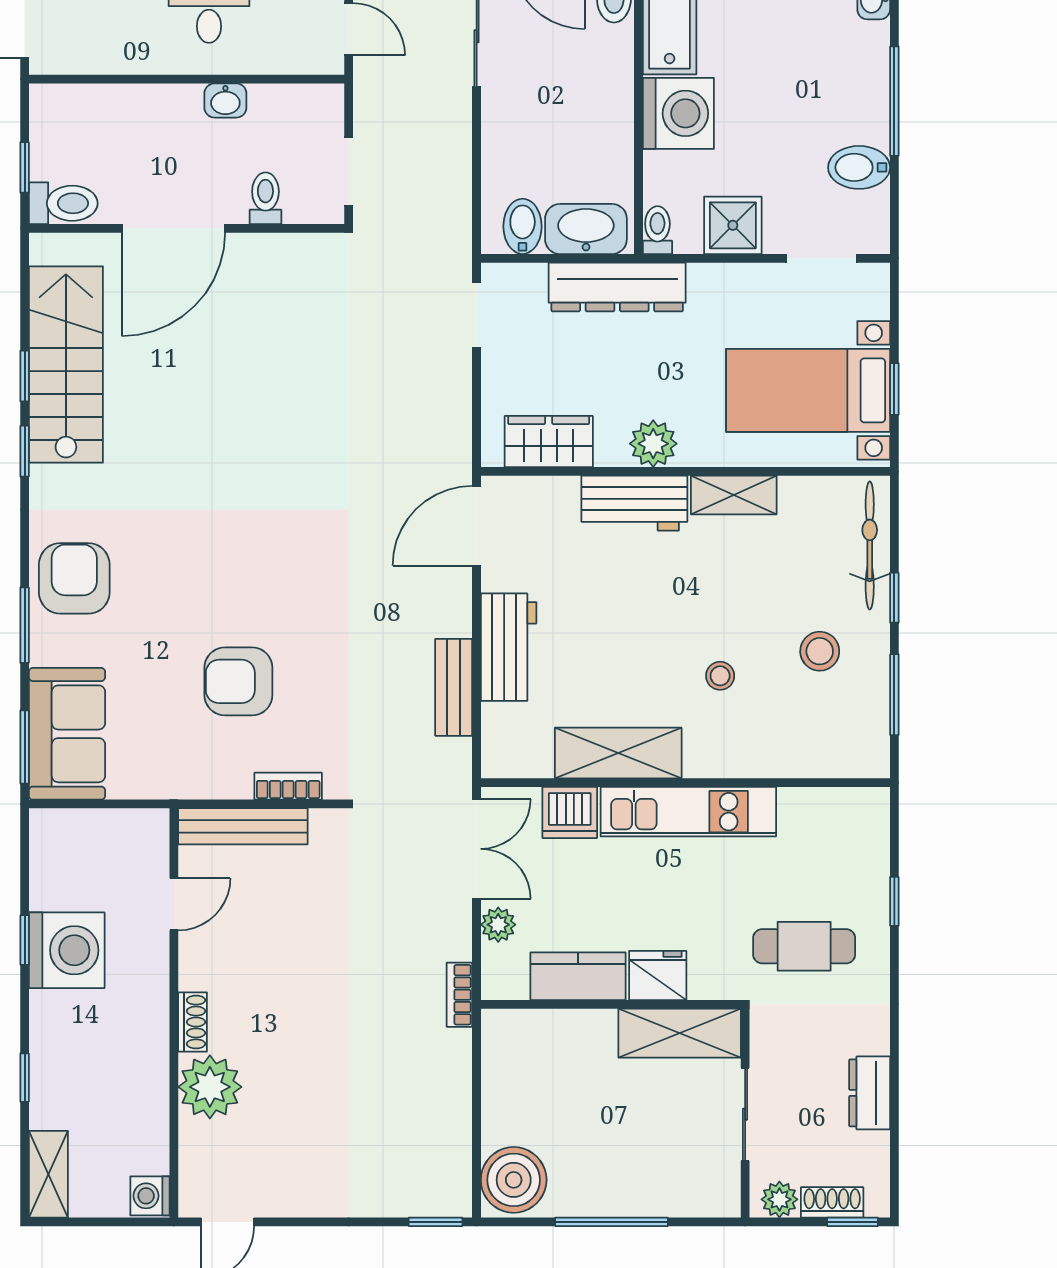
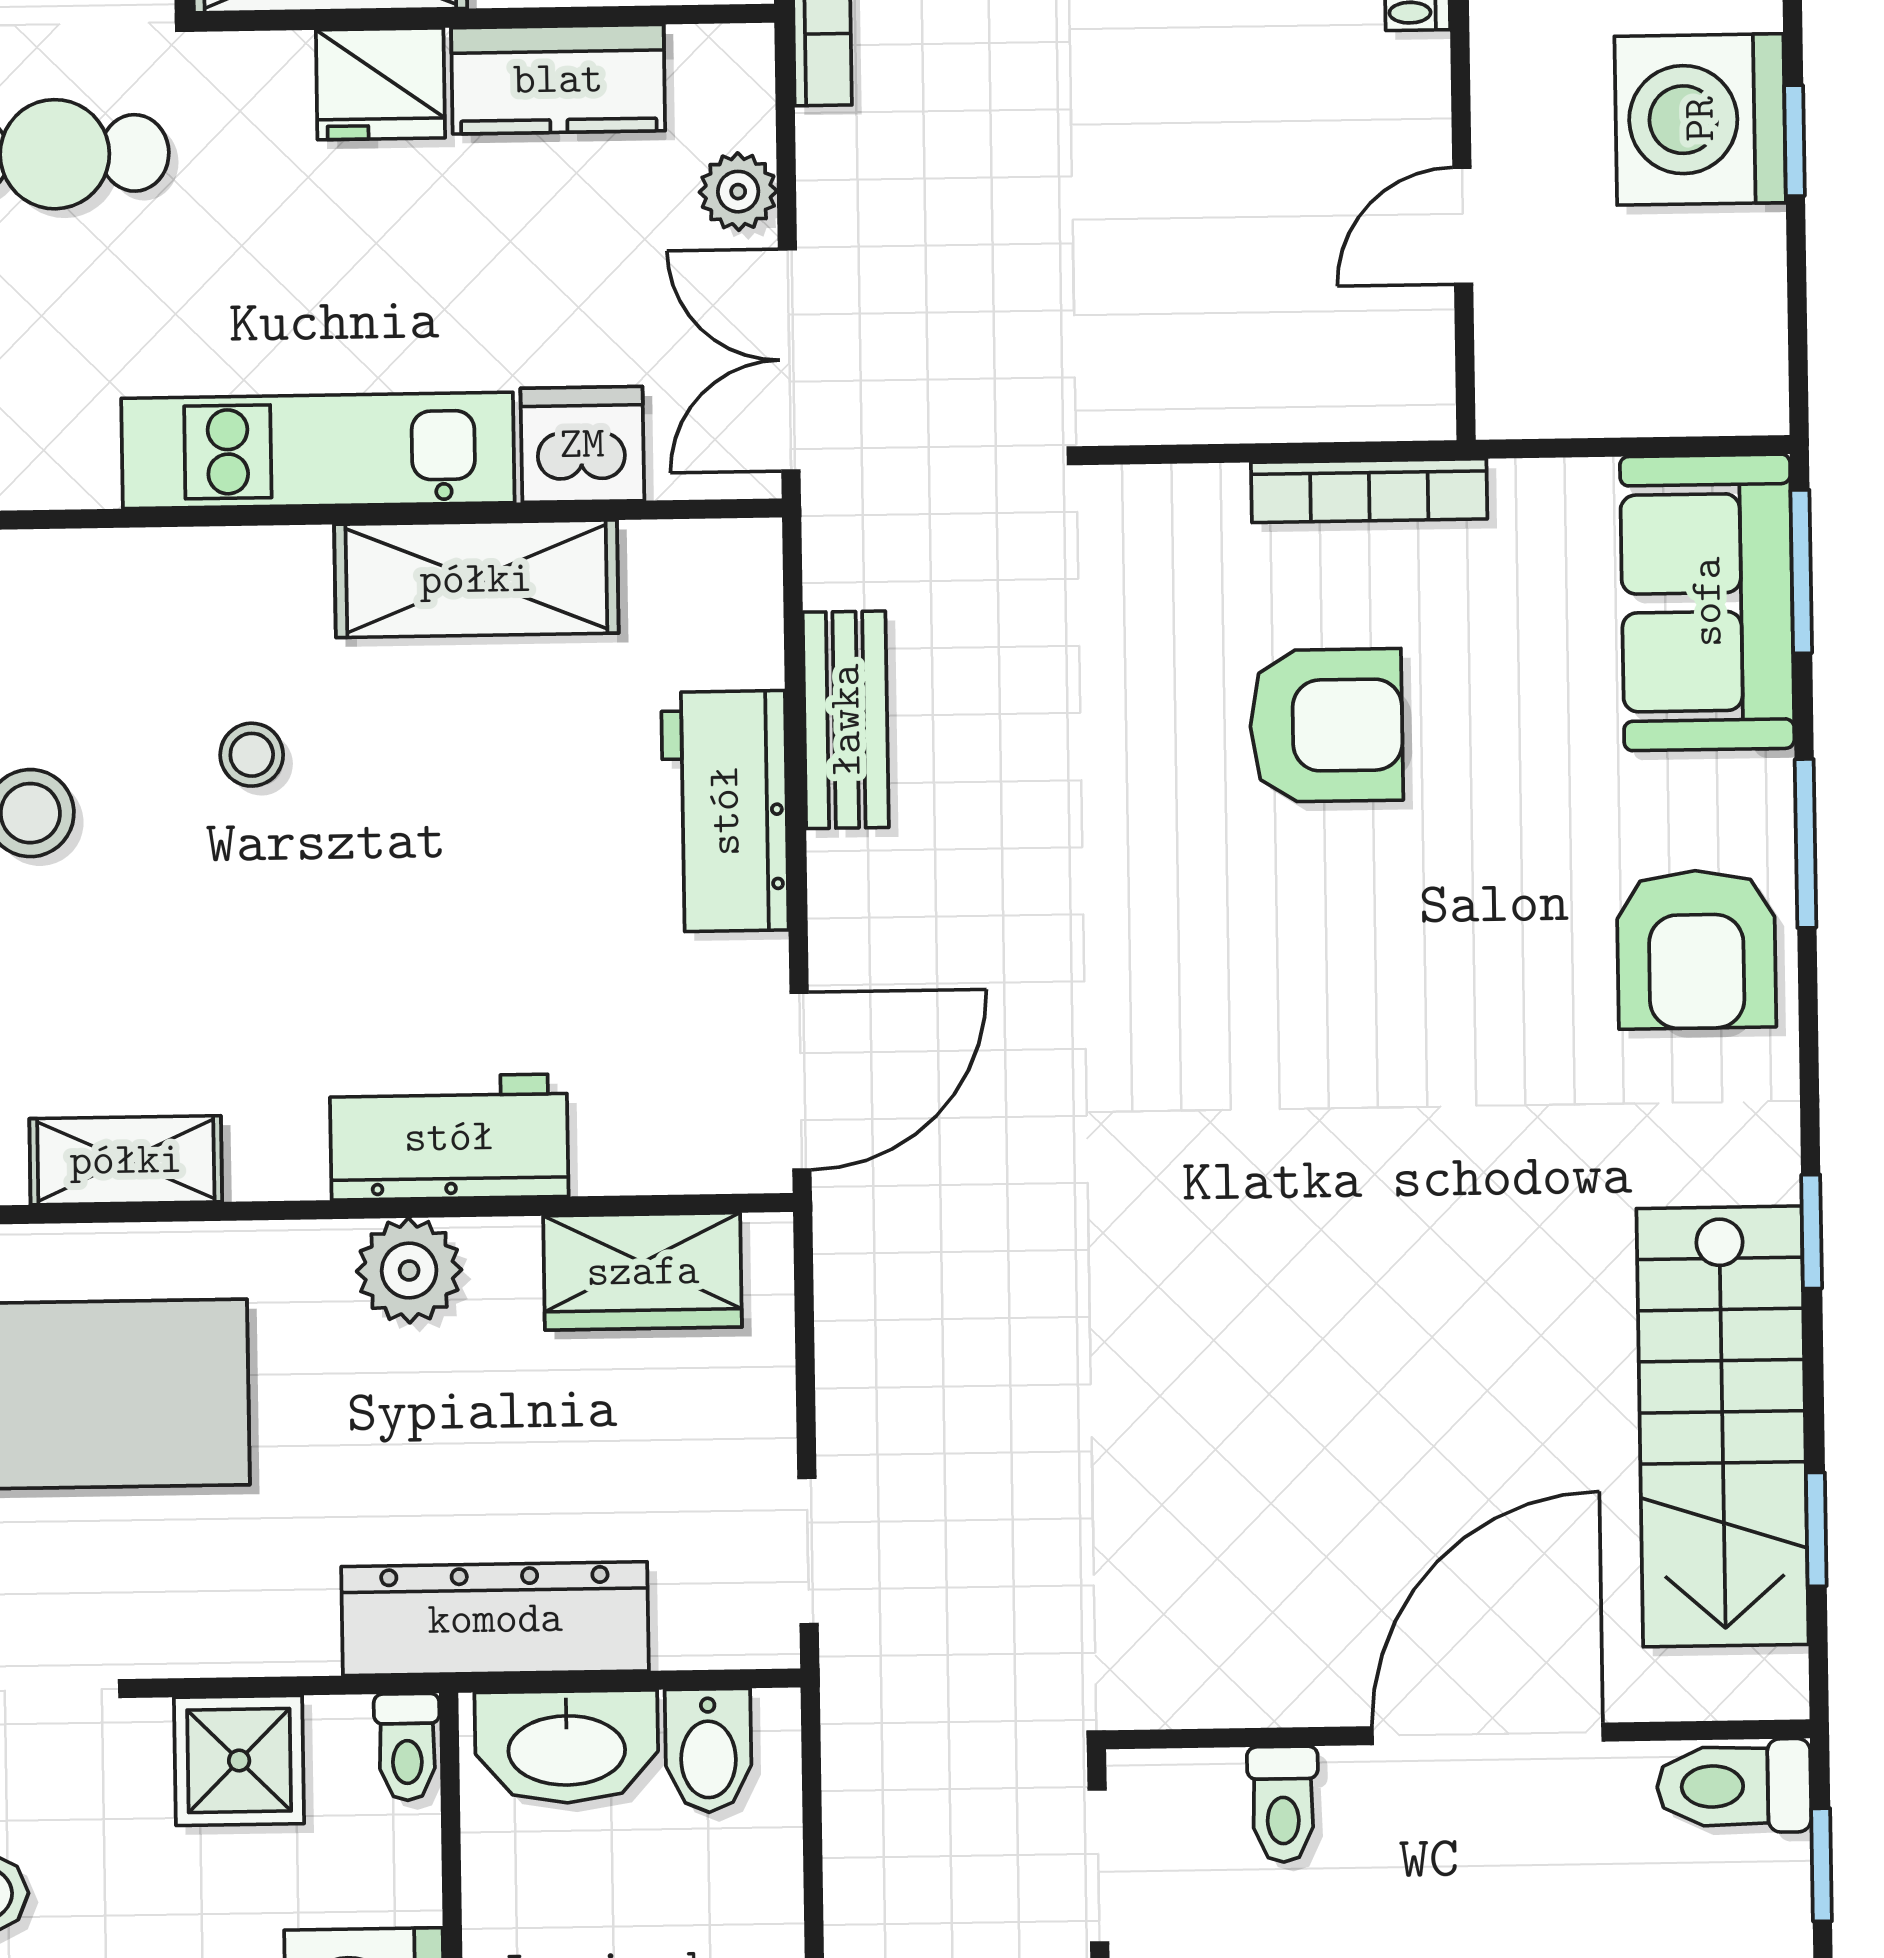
window: (25, 376) -> (1816, 1529), moved
shelving: (734, 495) -> (126, 1160), moved
bookcase: (288, 786) -> (1369, 491), moved, width x1.56
bench: (243, 826) -> (1312, 402), removed

